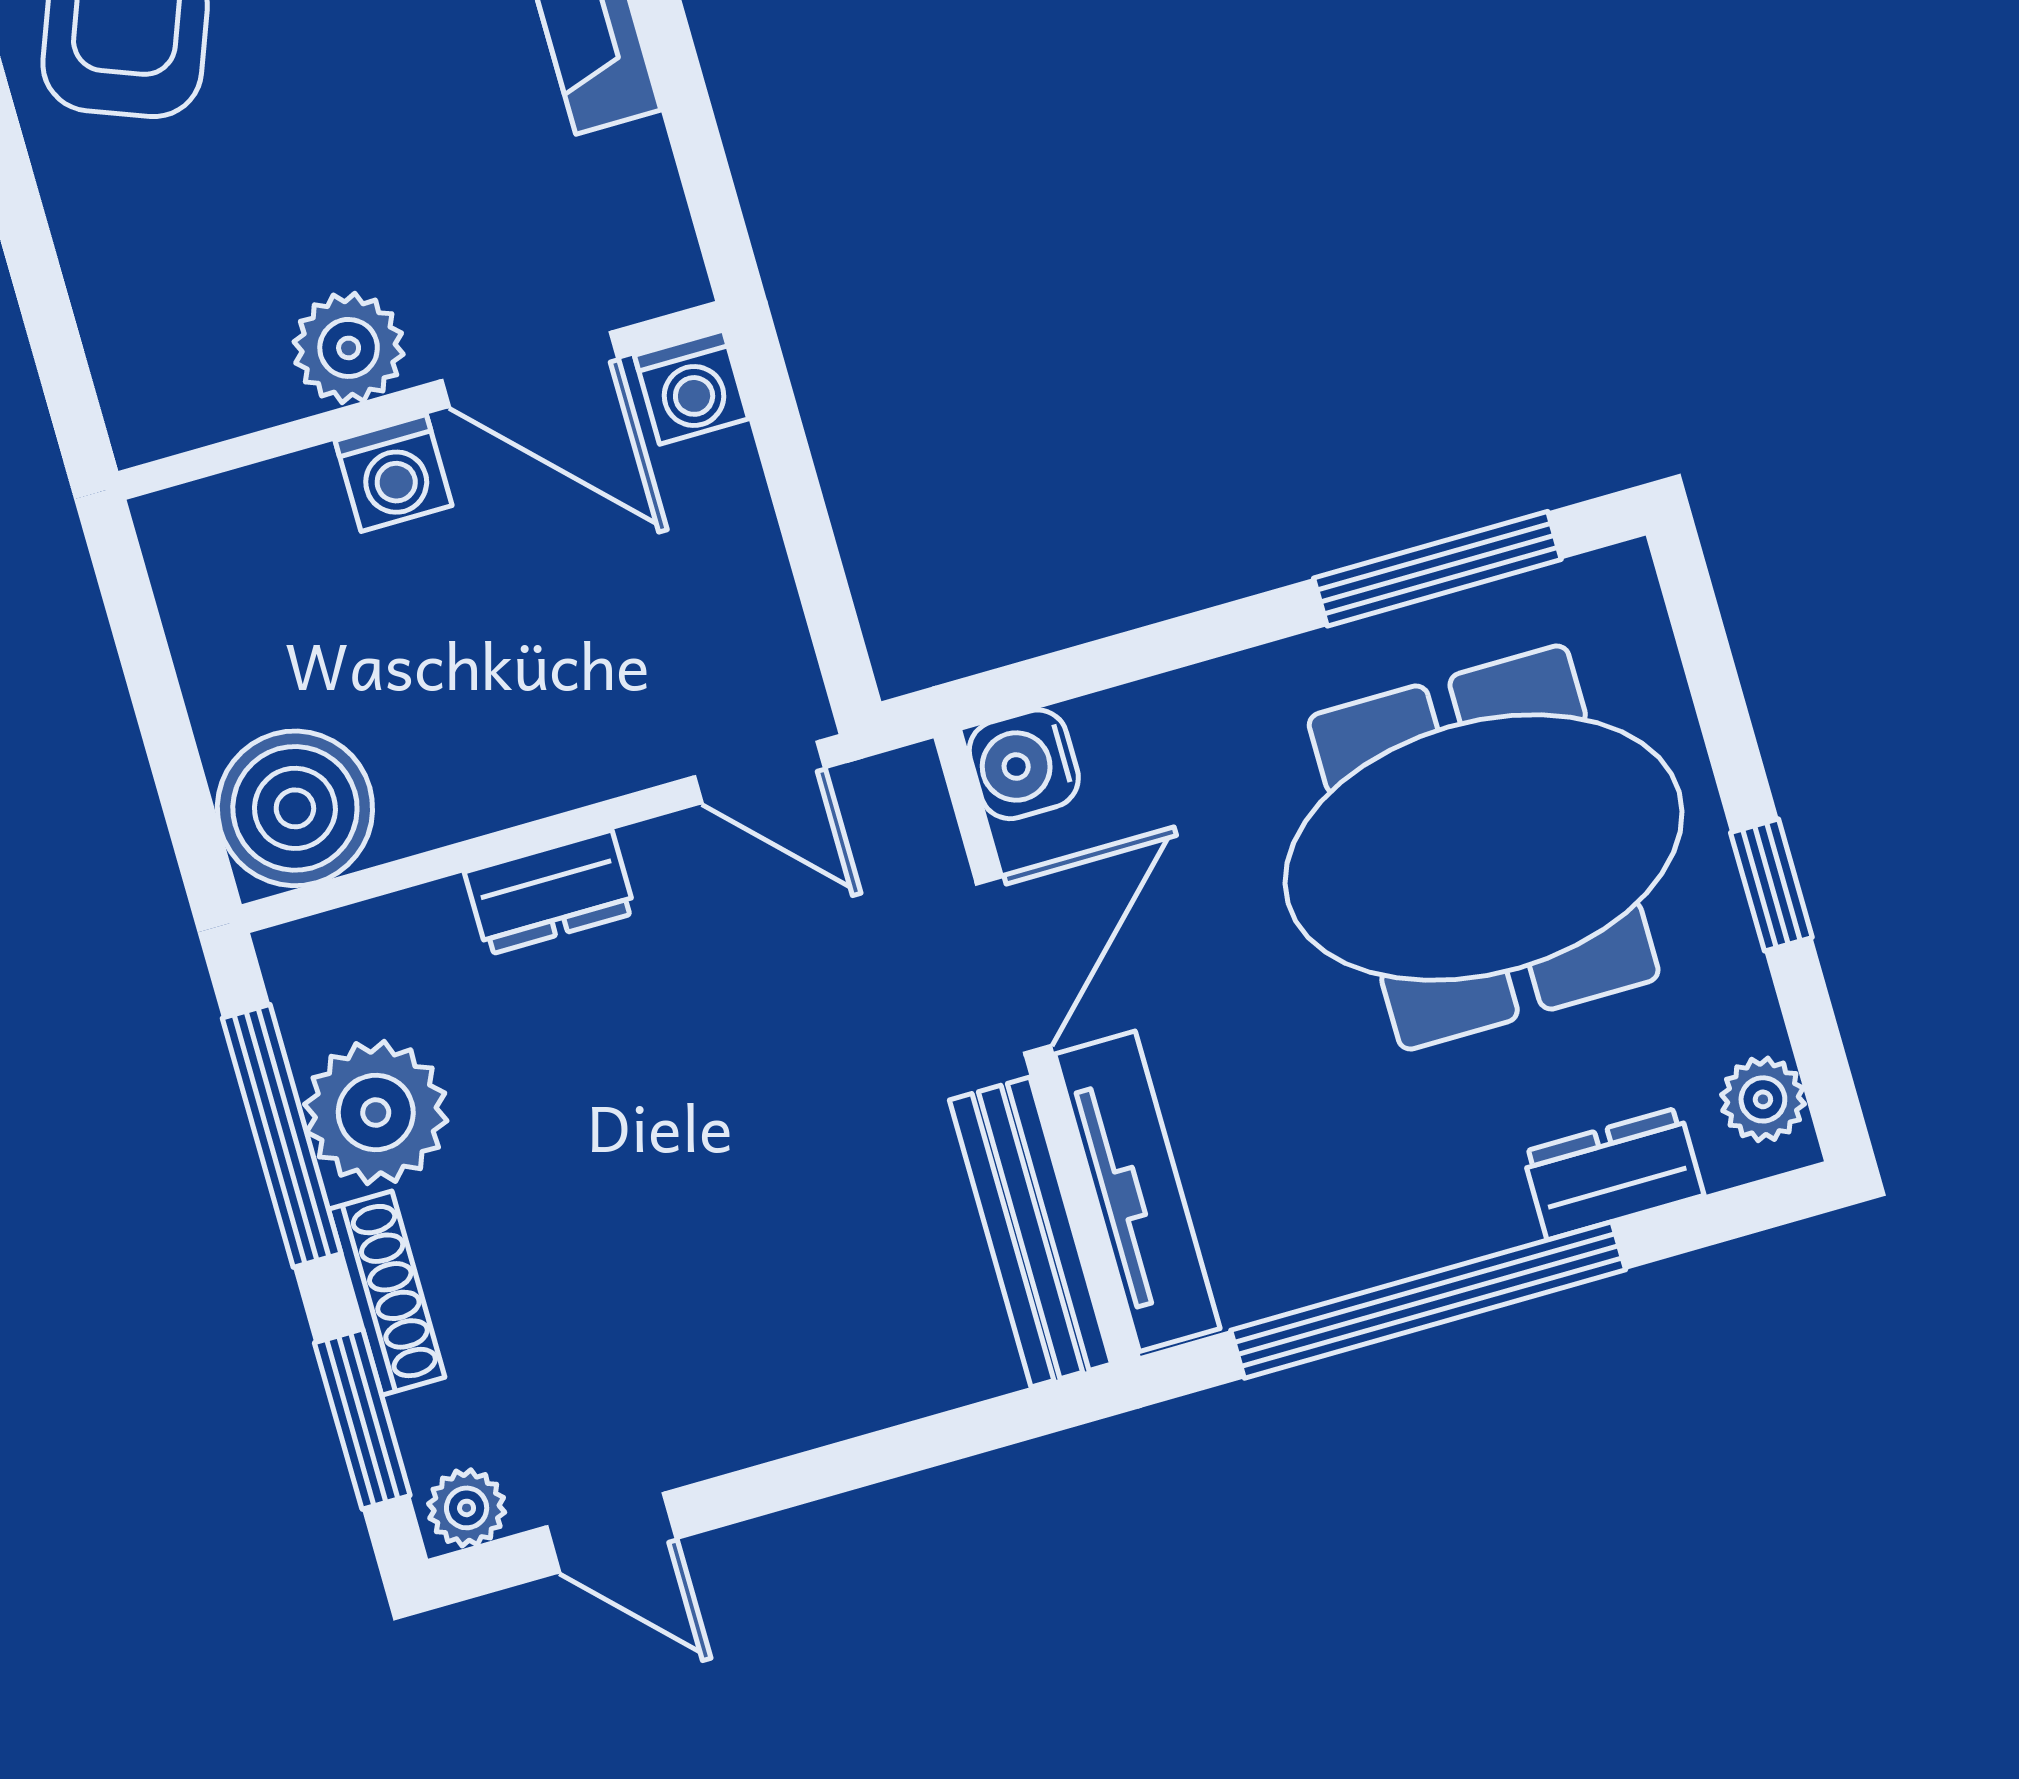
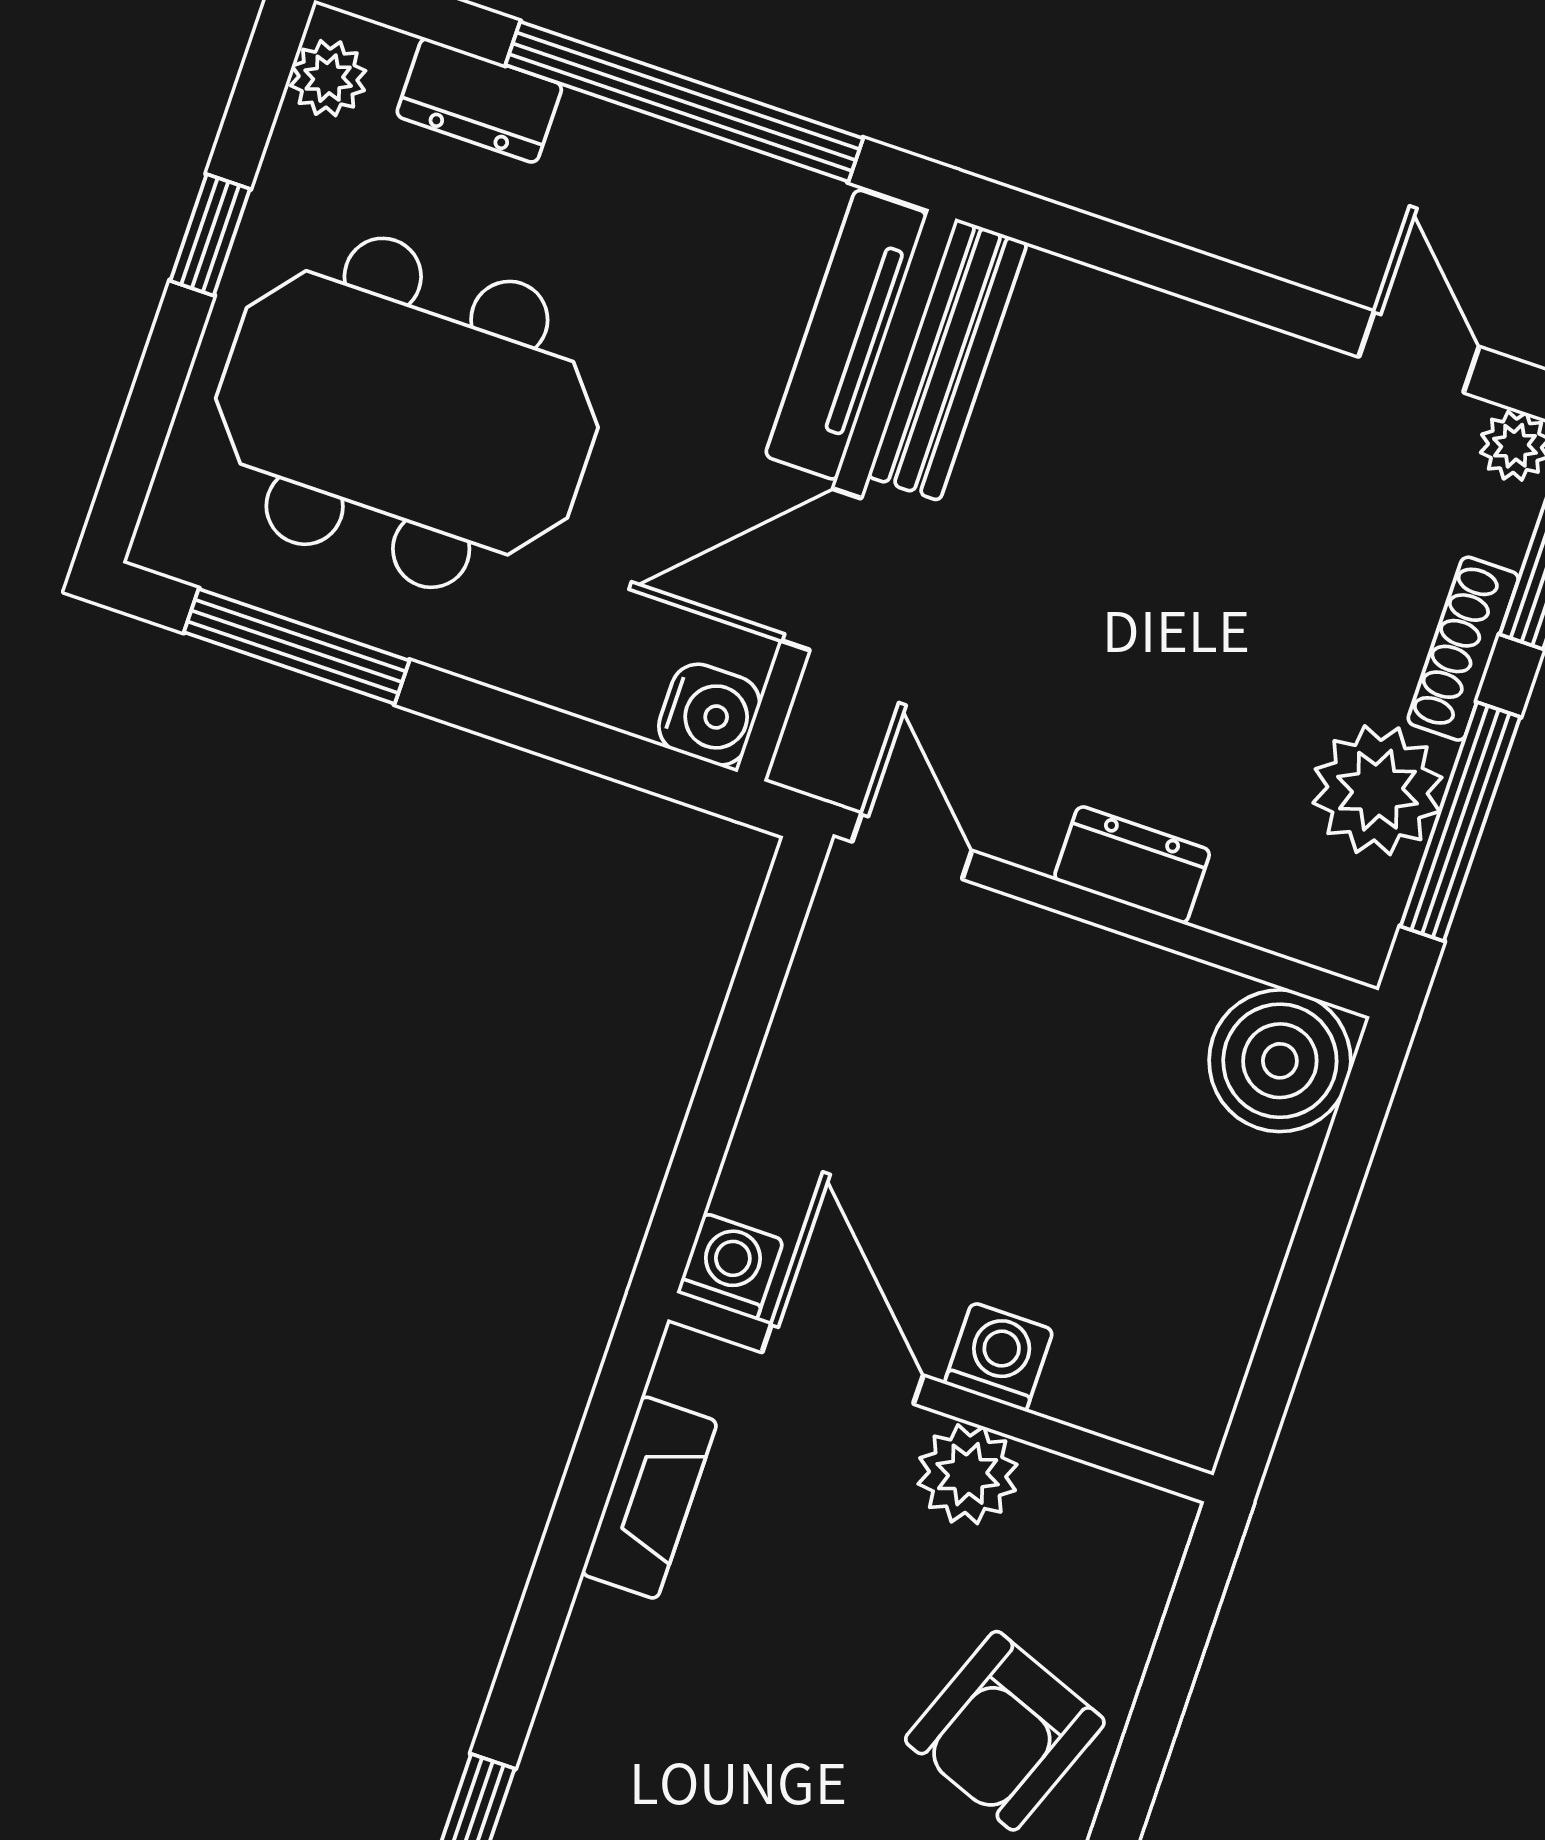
plant: (349, 348) -> (968, 1474), moved
door: (530, 369) -> (843, 1364), moved
washing machine: (692, 387) -> (730, 1266), moved
wall: (421, 400) -> (941, 1397), moved
washing machine: (394, 473) -> (999, 1357), moved

